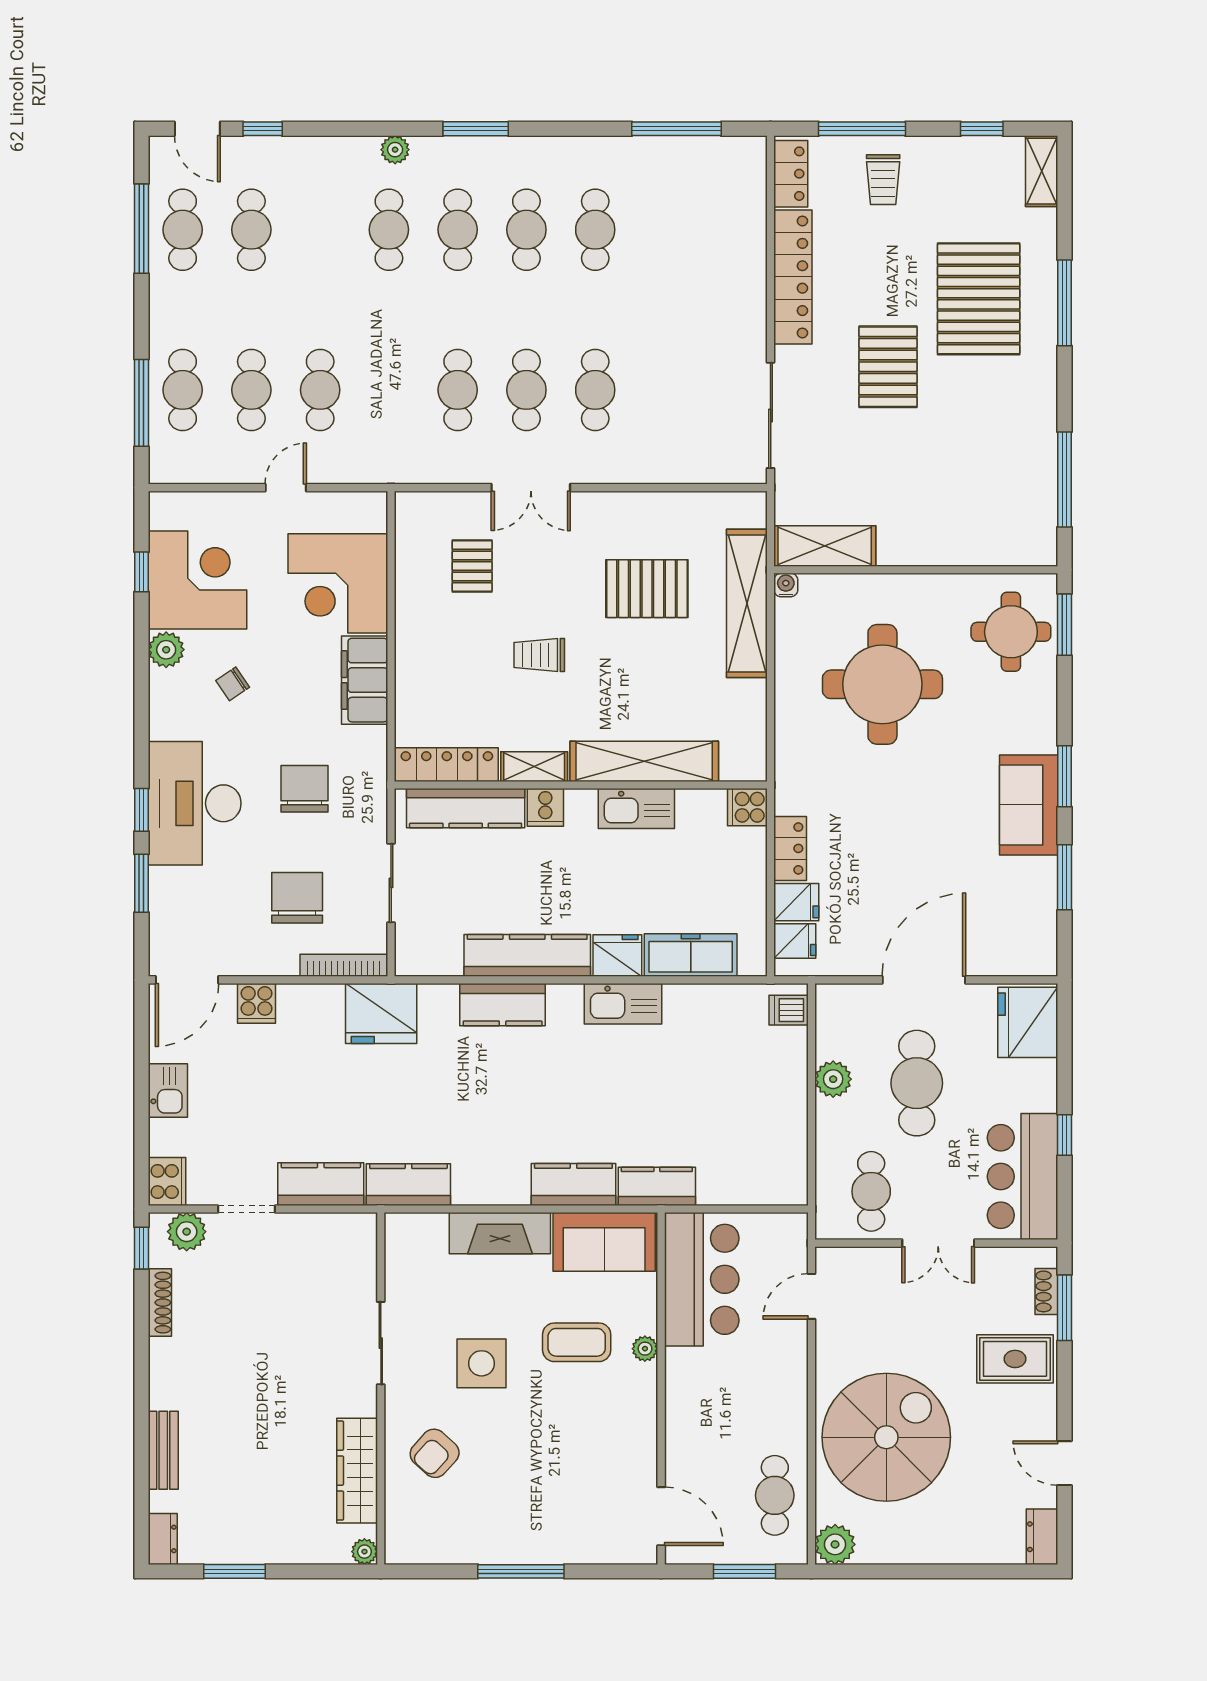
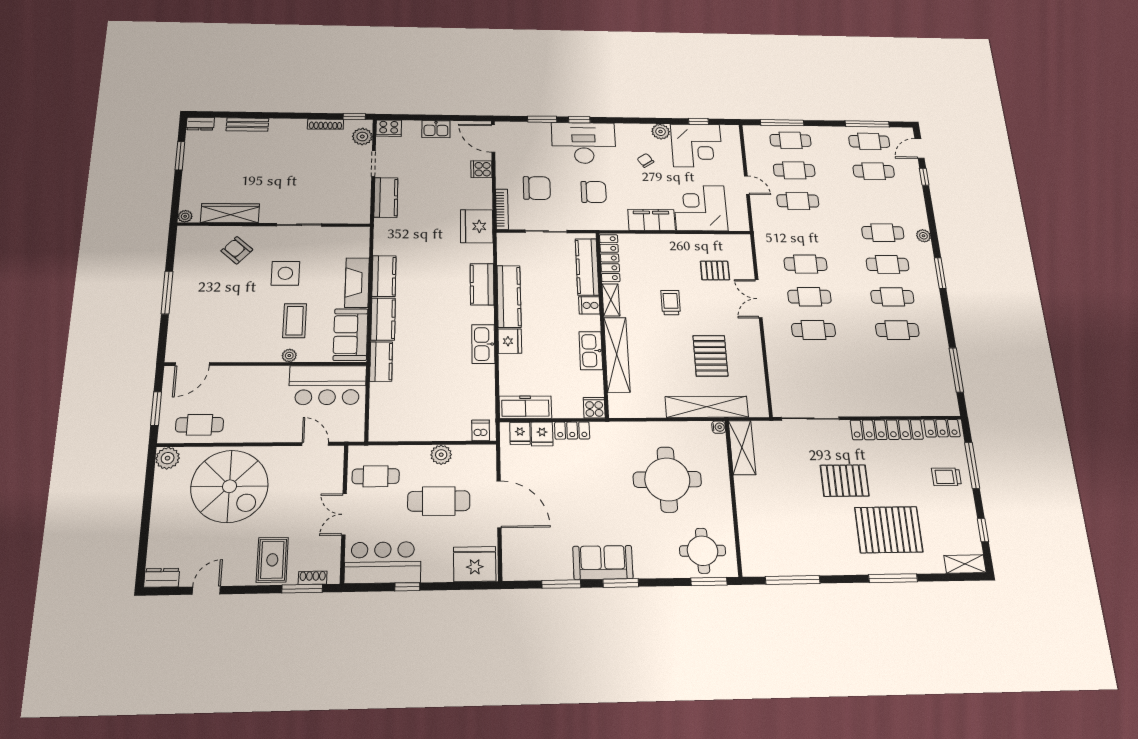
freezer: (691, 955) -> (525, 407), moved, turned -90
kitchen counter: (408, 1185) -> (384, 276), moved

